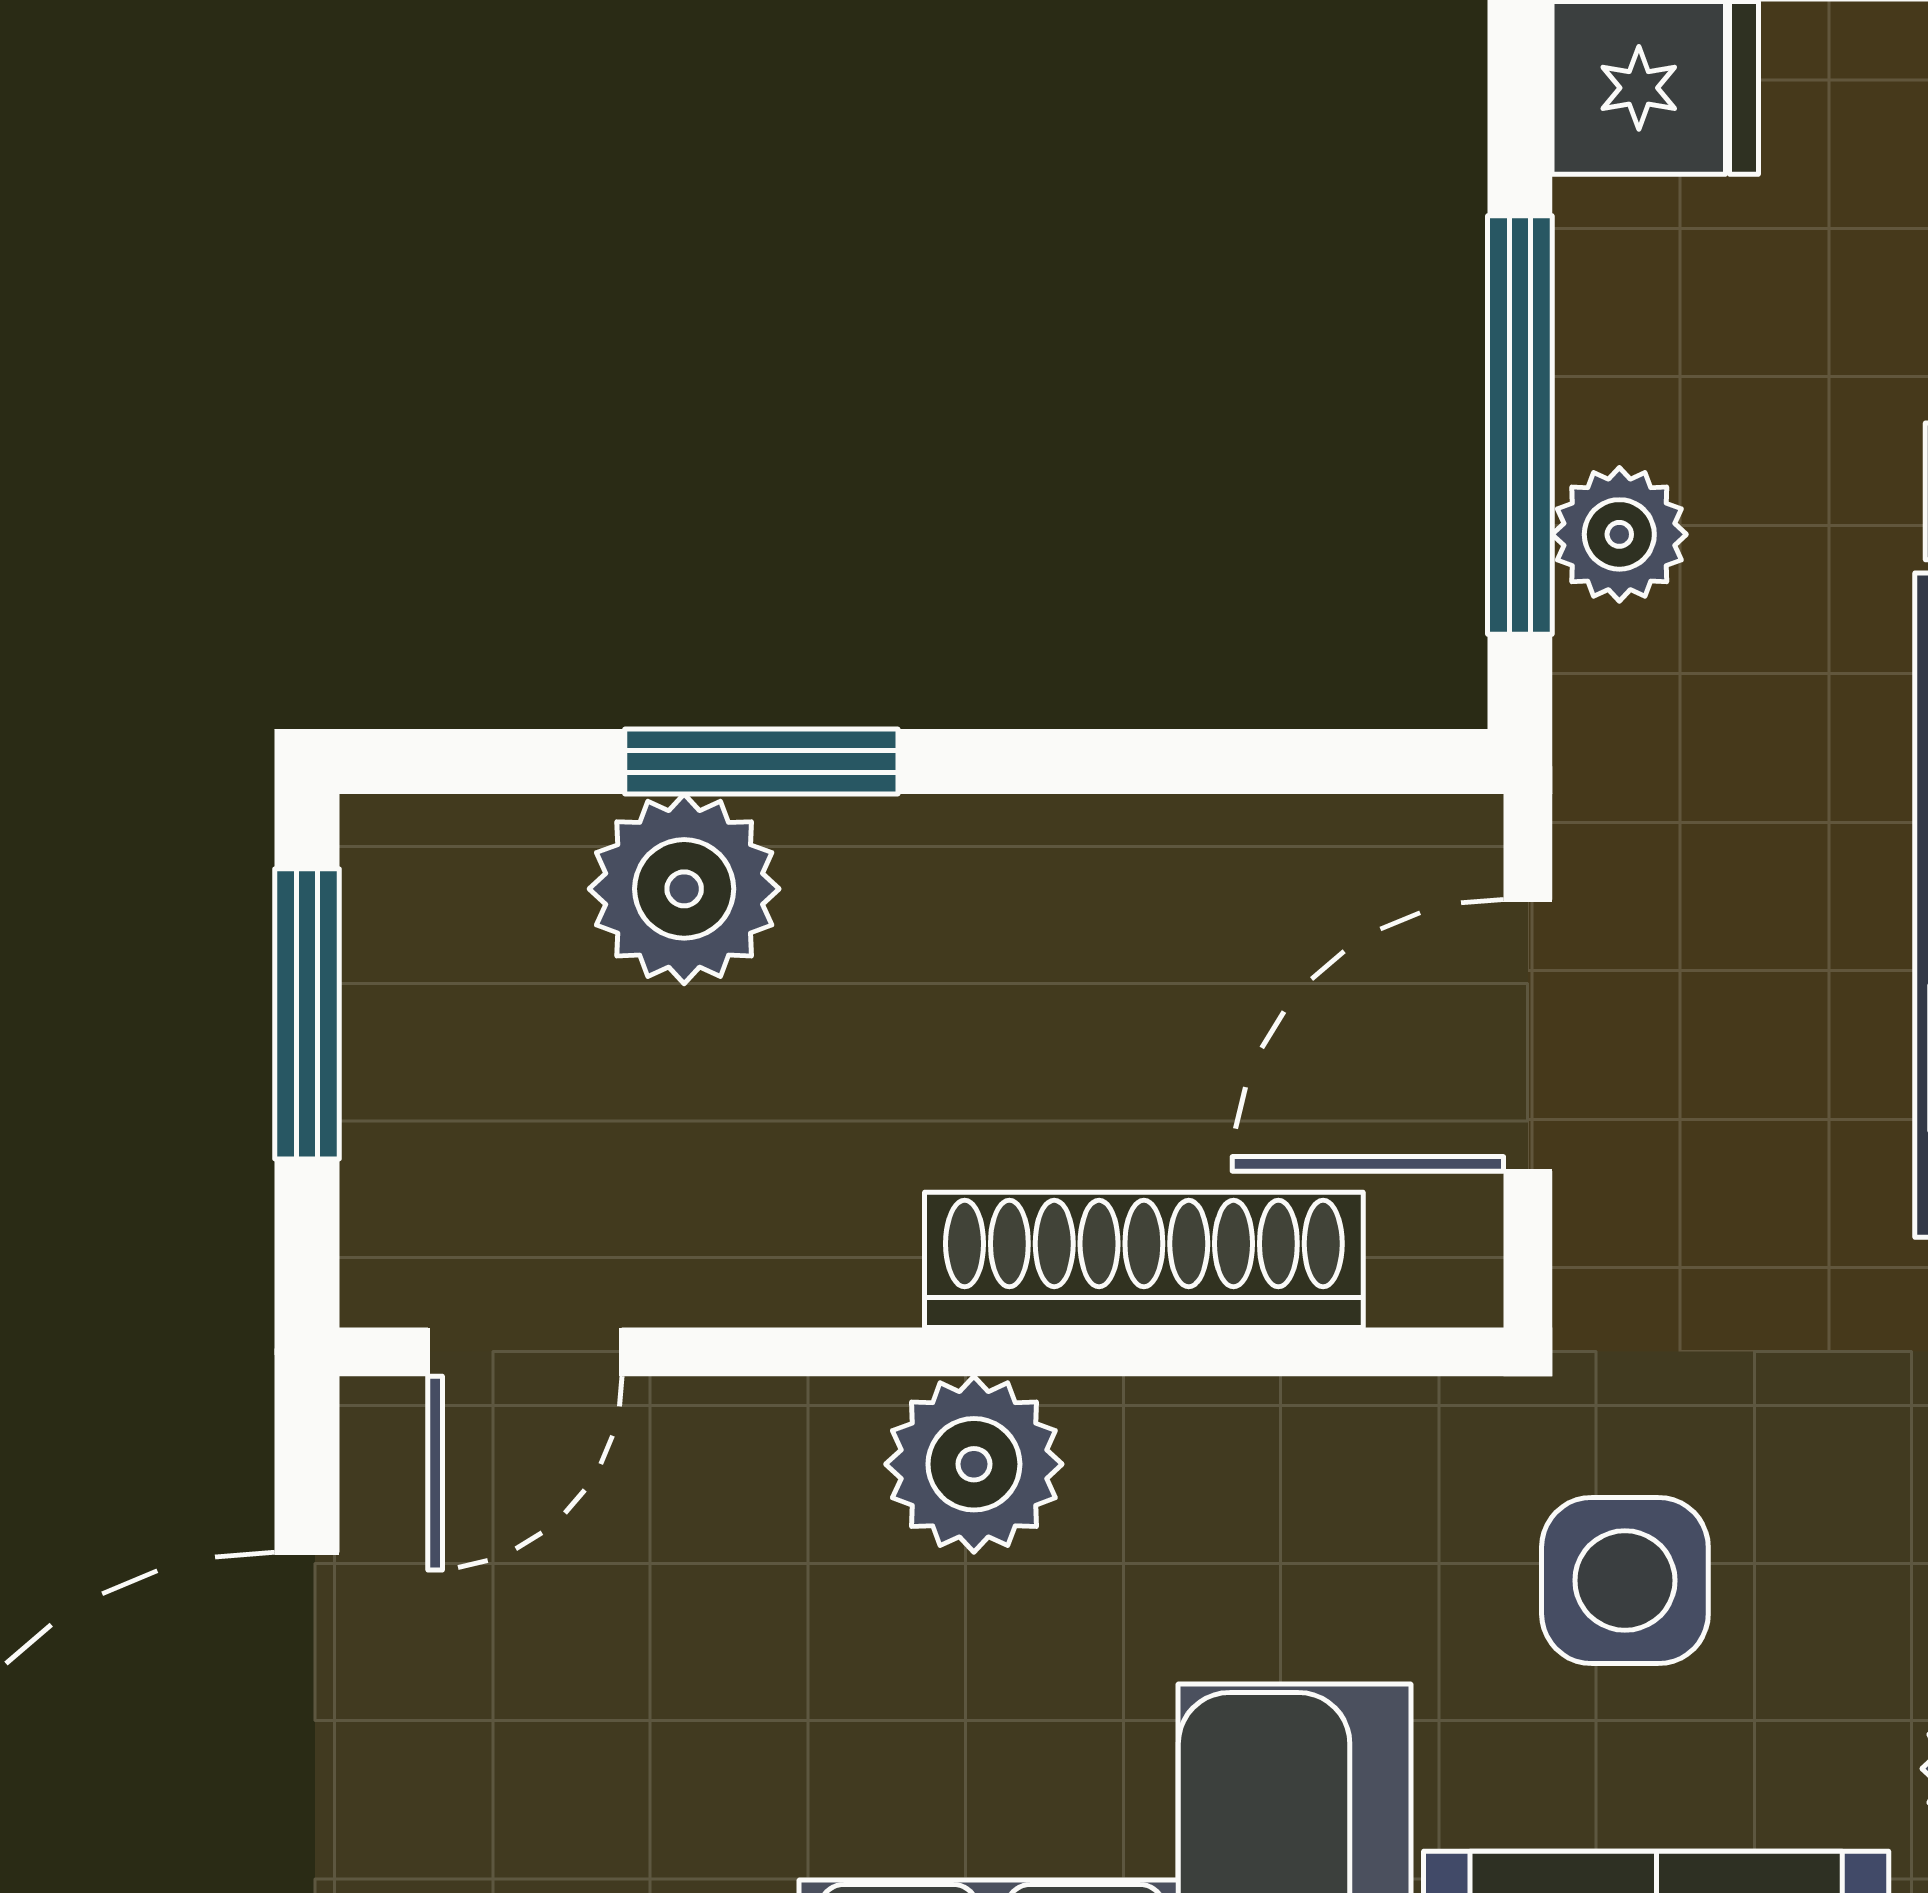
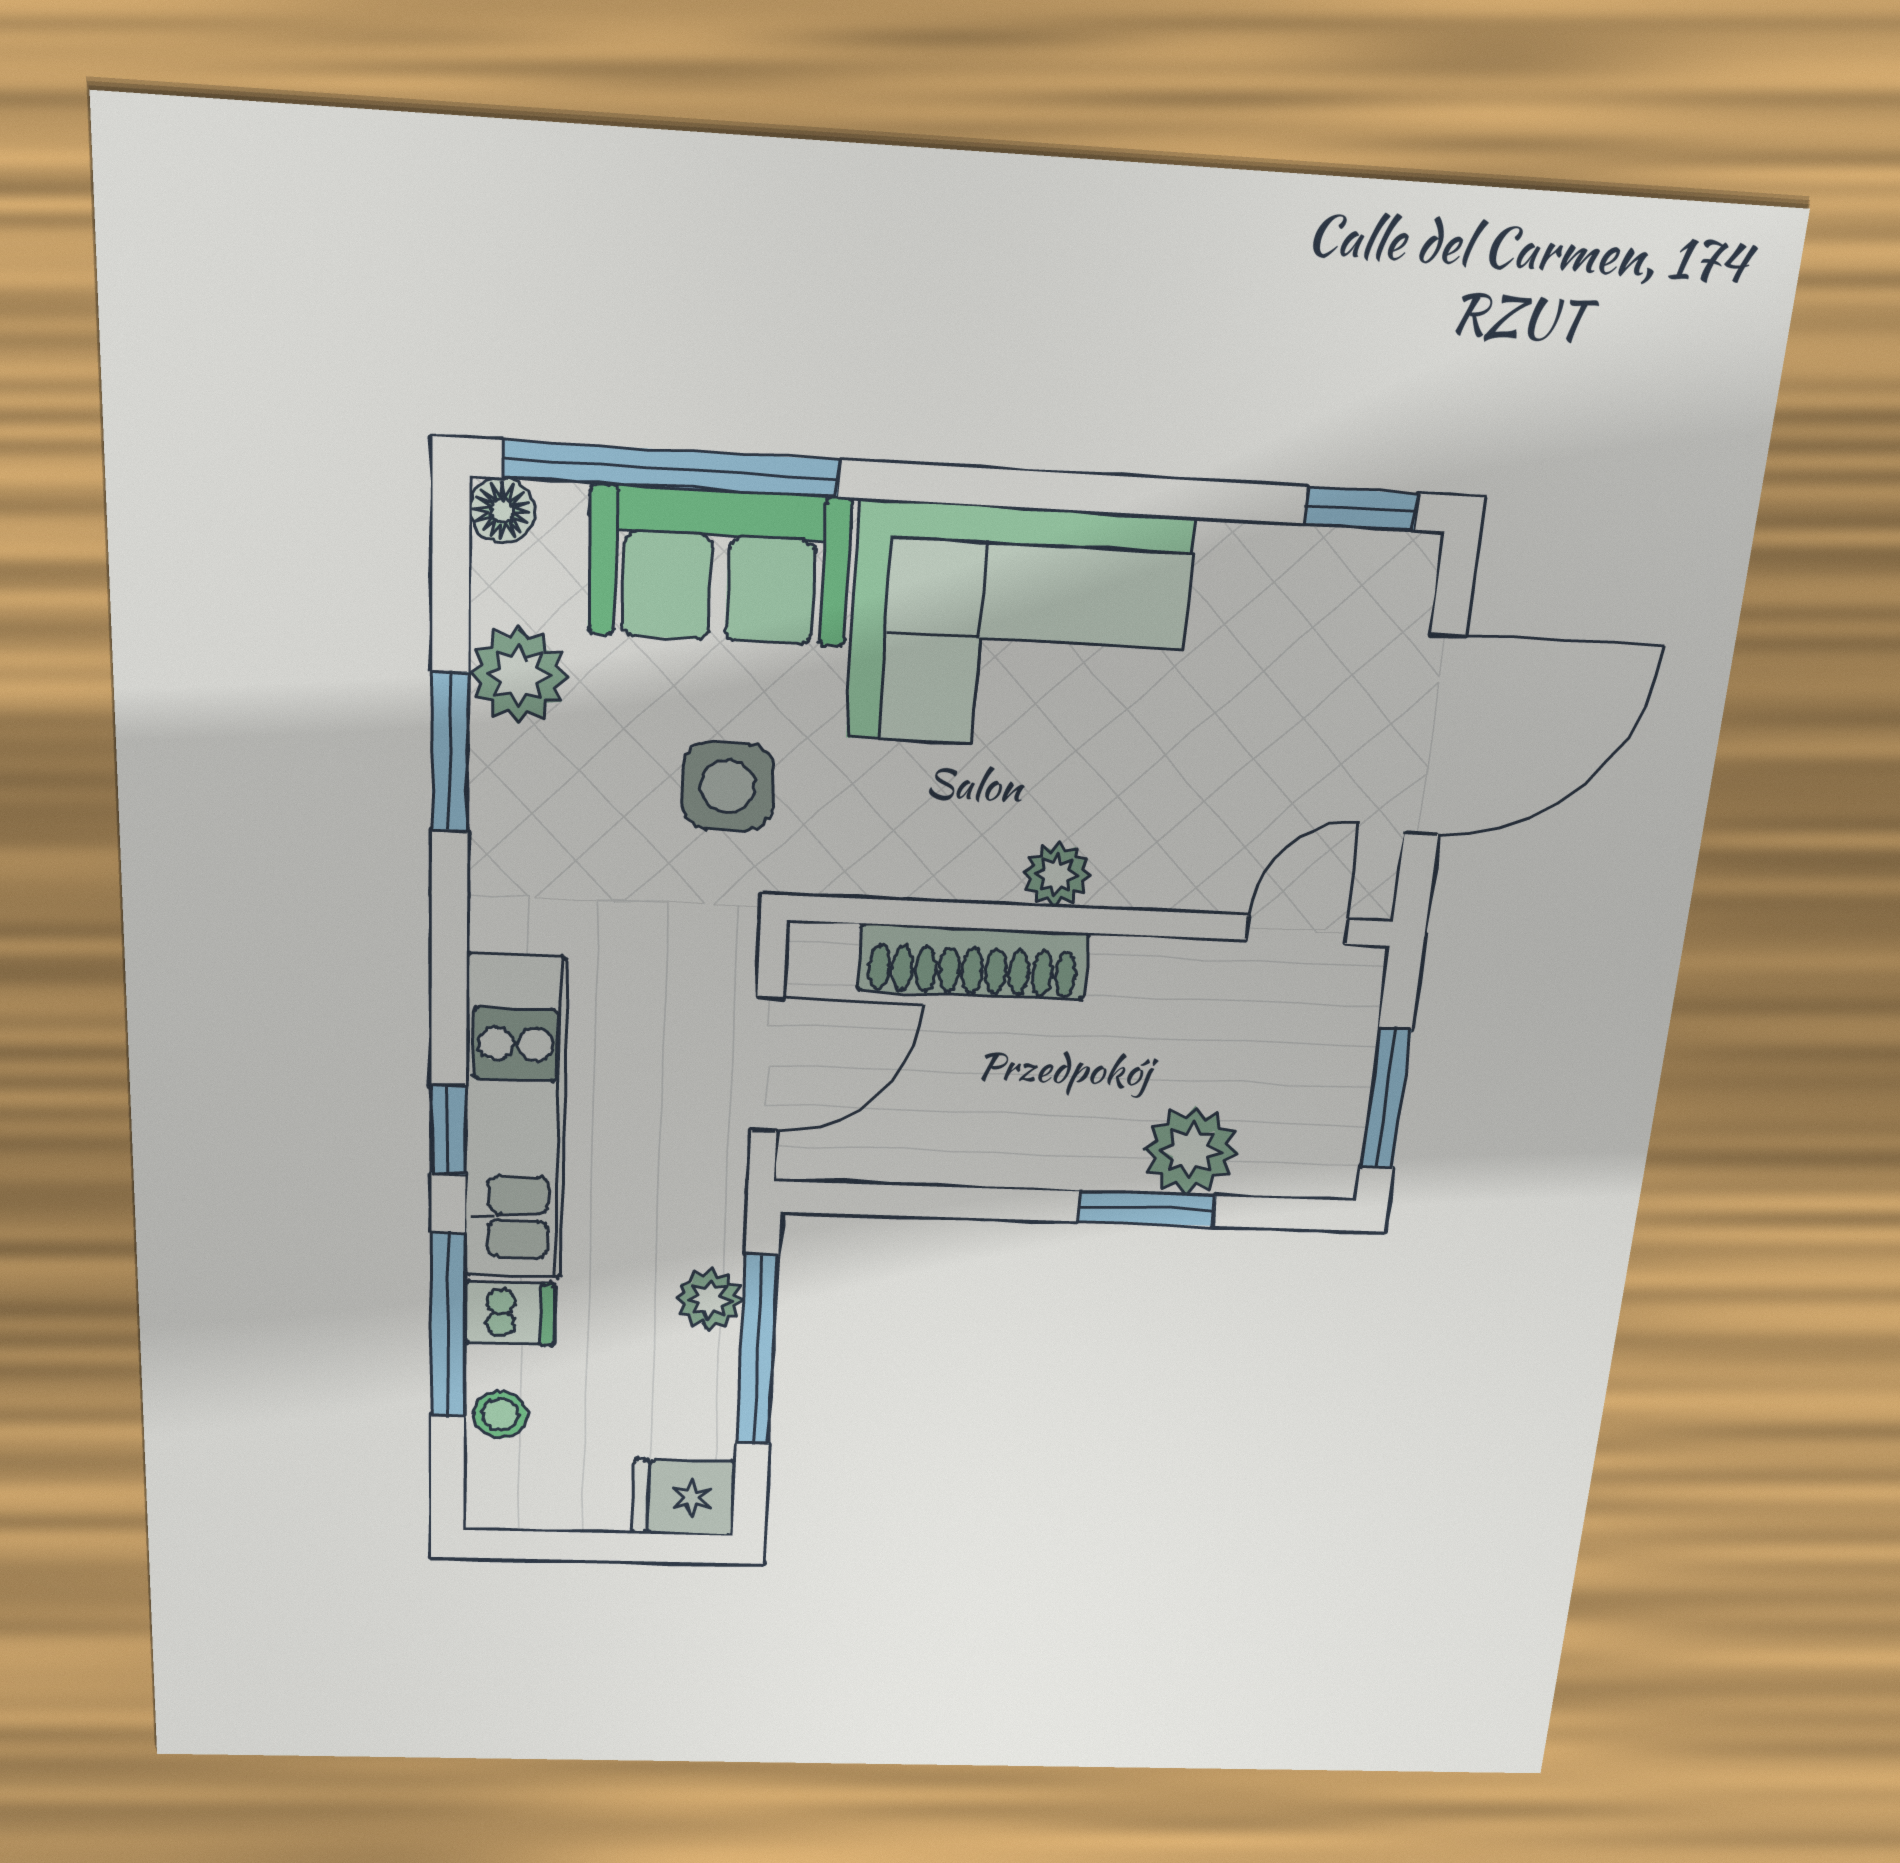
plant: (974, 1464) -> (1057, 874), width x0.73, depth x0.73

